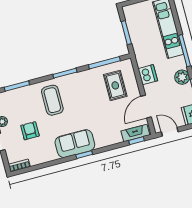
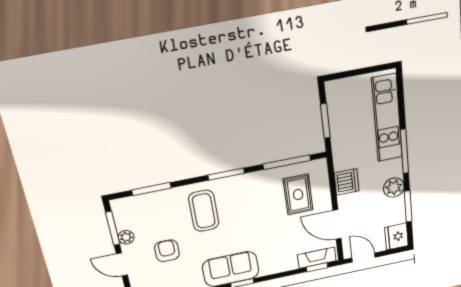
door: (146, 107) -> (337, 224), hinge flipped

